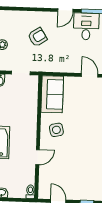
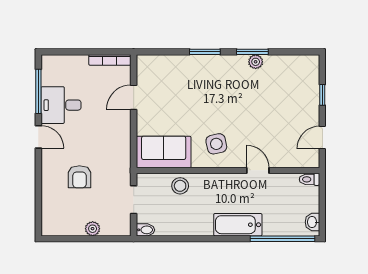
armchair: (37, 37) -> (79, 177), turned -147
stool: (29, 105) -> (180, 186), added

